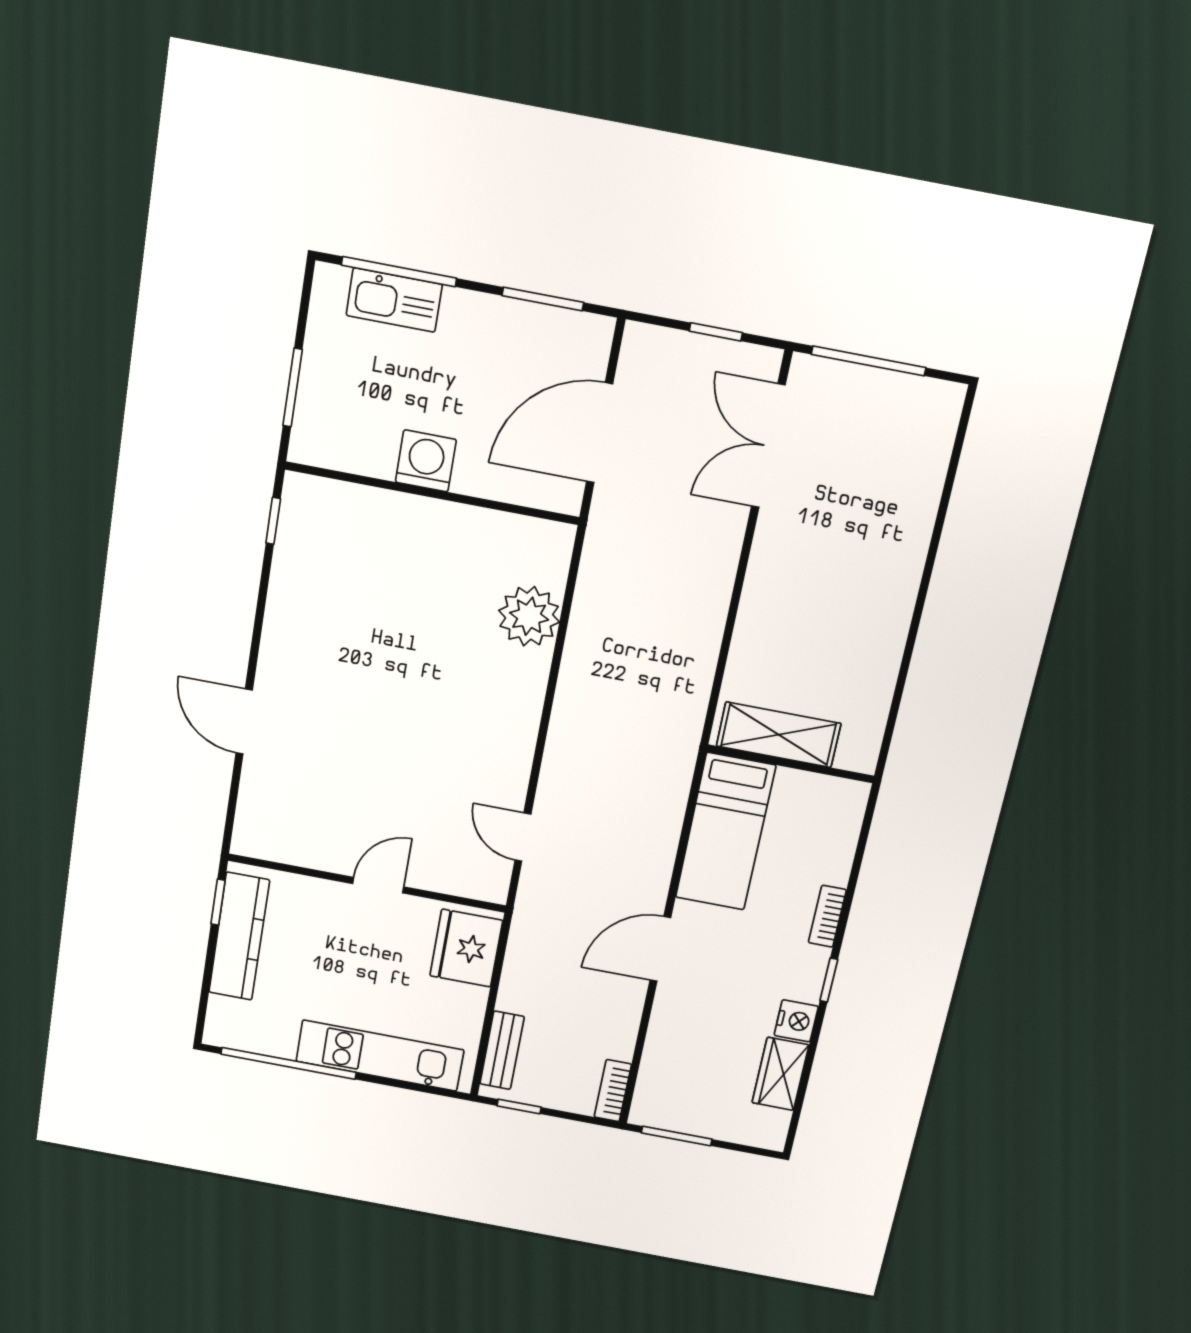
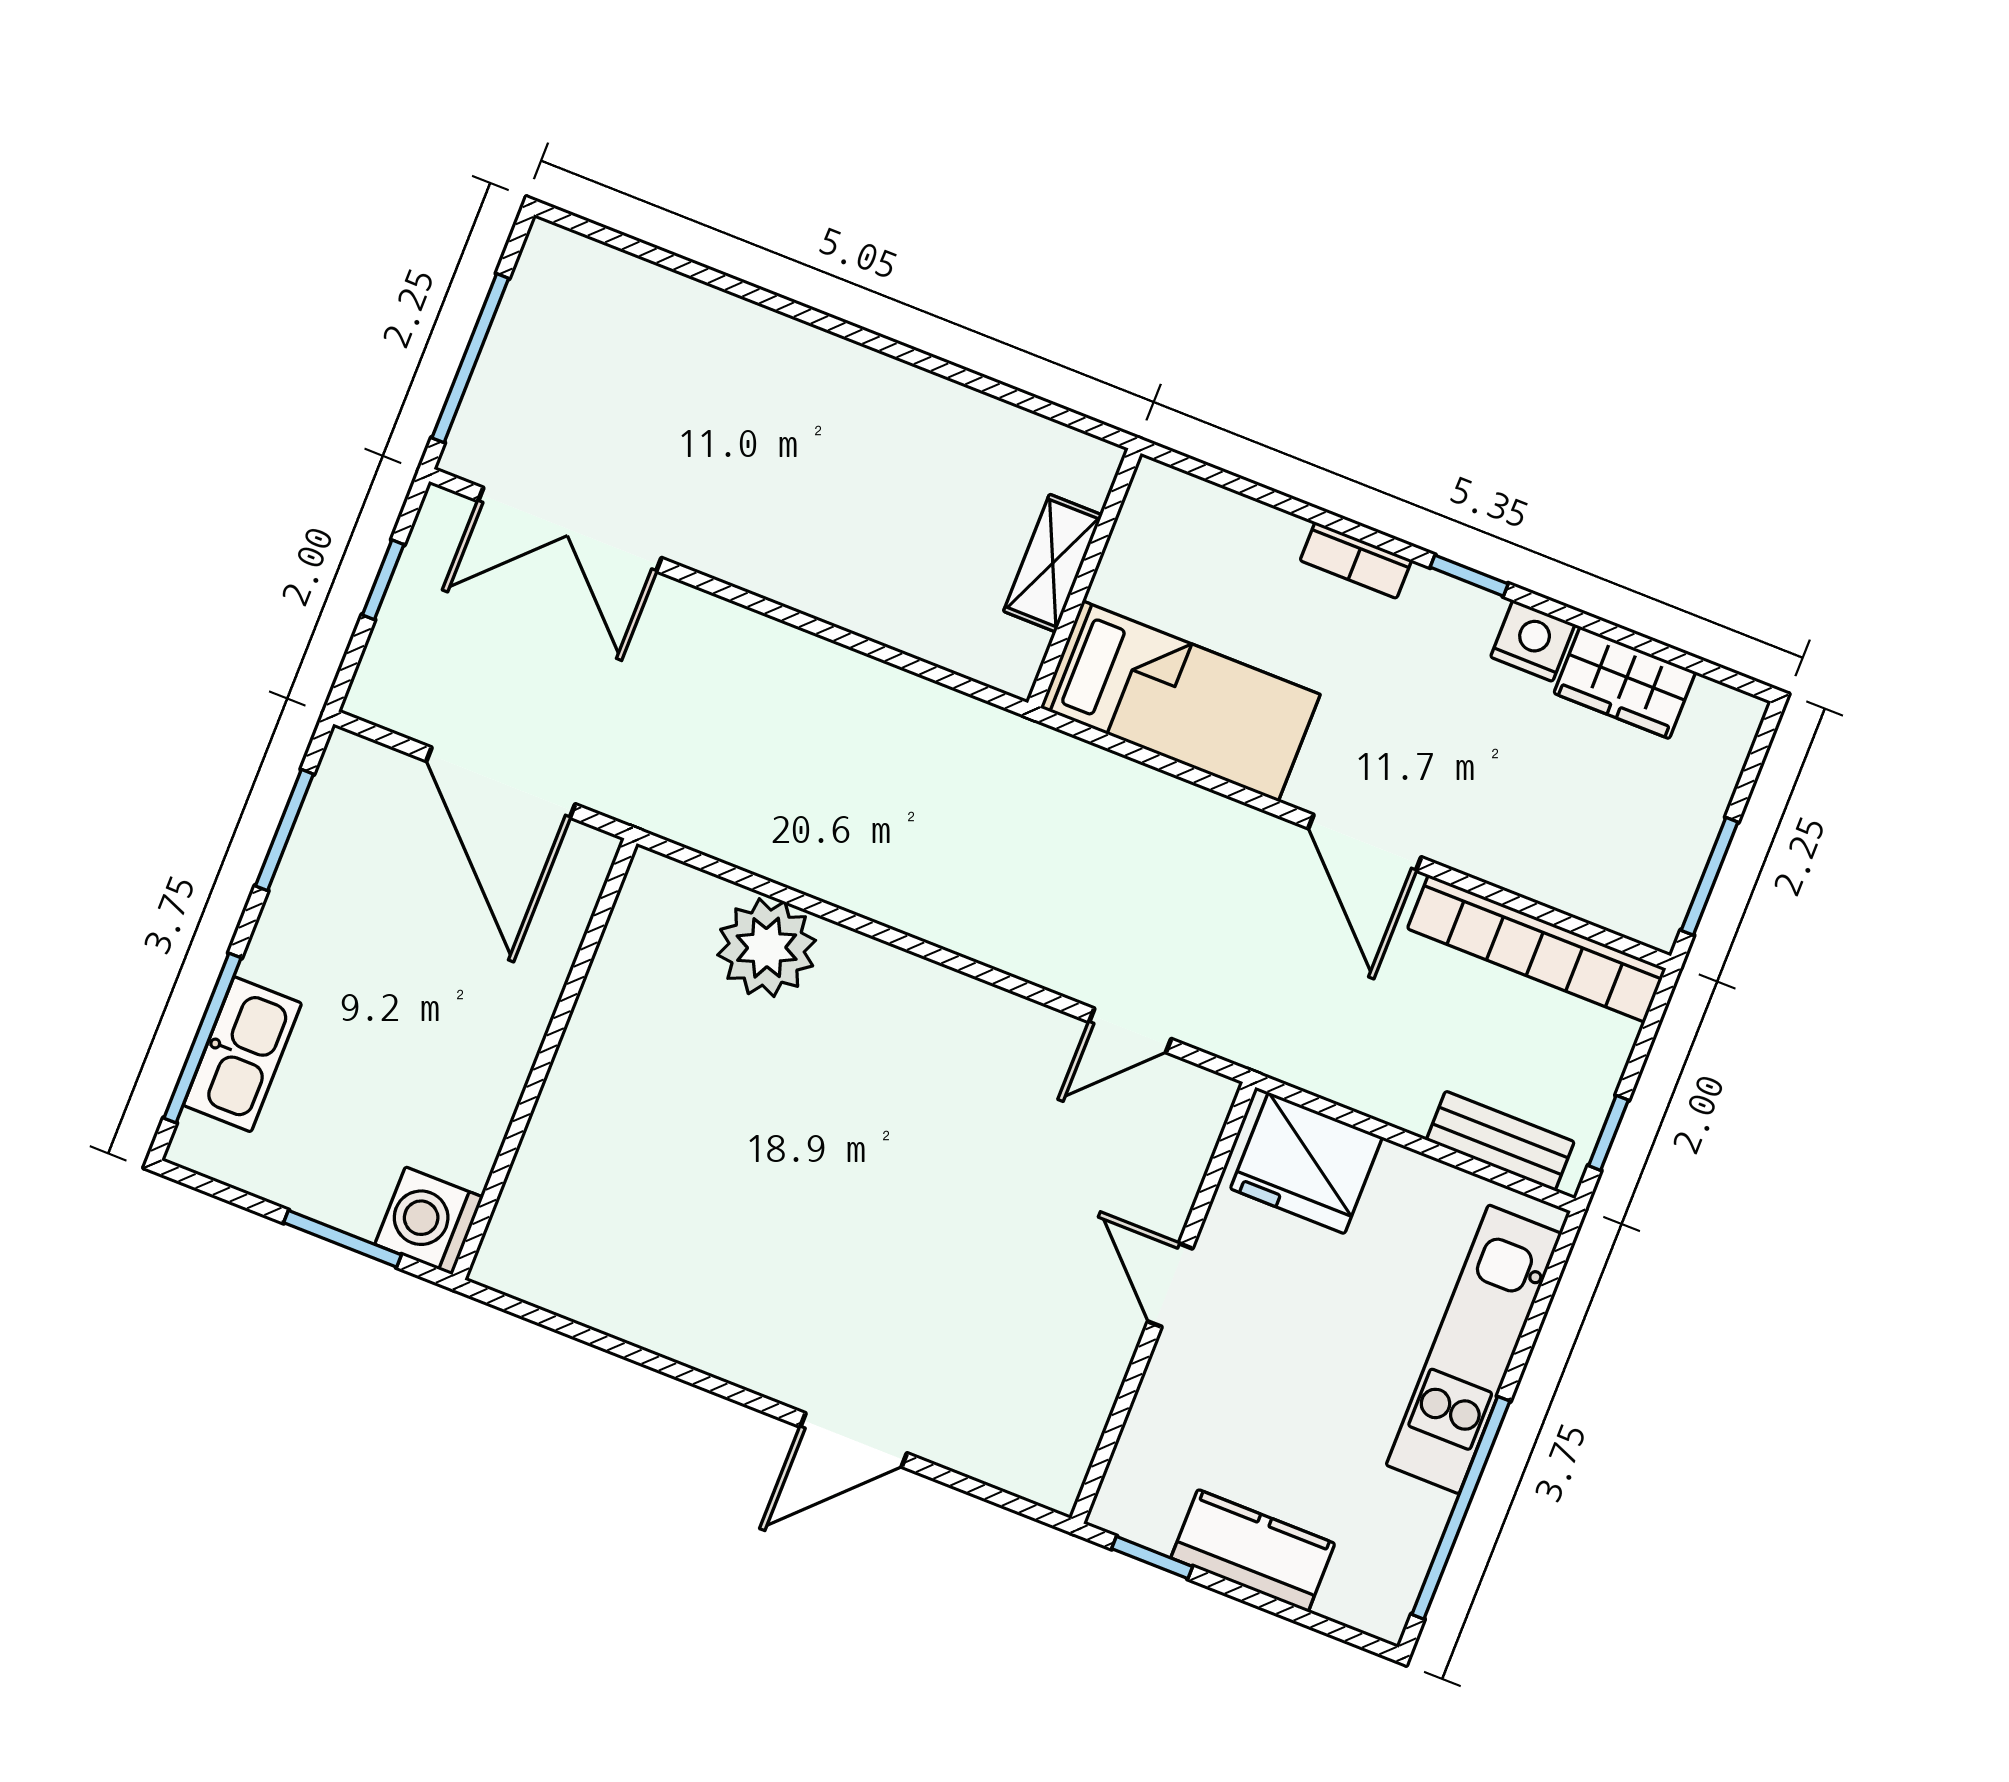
washing machine: (426, 461) -> (429, 1221), moved
window: (273, 521) -> (541, 1317), removed
shelving: (779, 735) -> (1053, 563), width x0.67, depth x0.75
kitchen counter: (239, 936) -> (1253, 1551), width x0.67
bookcase: (613, 1091) -> (1537, 949), width x2.31, depth x1.31

